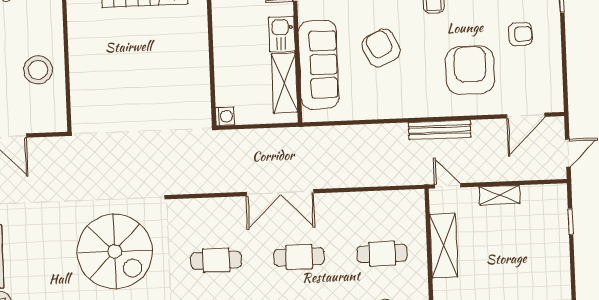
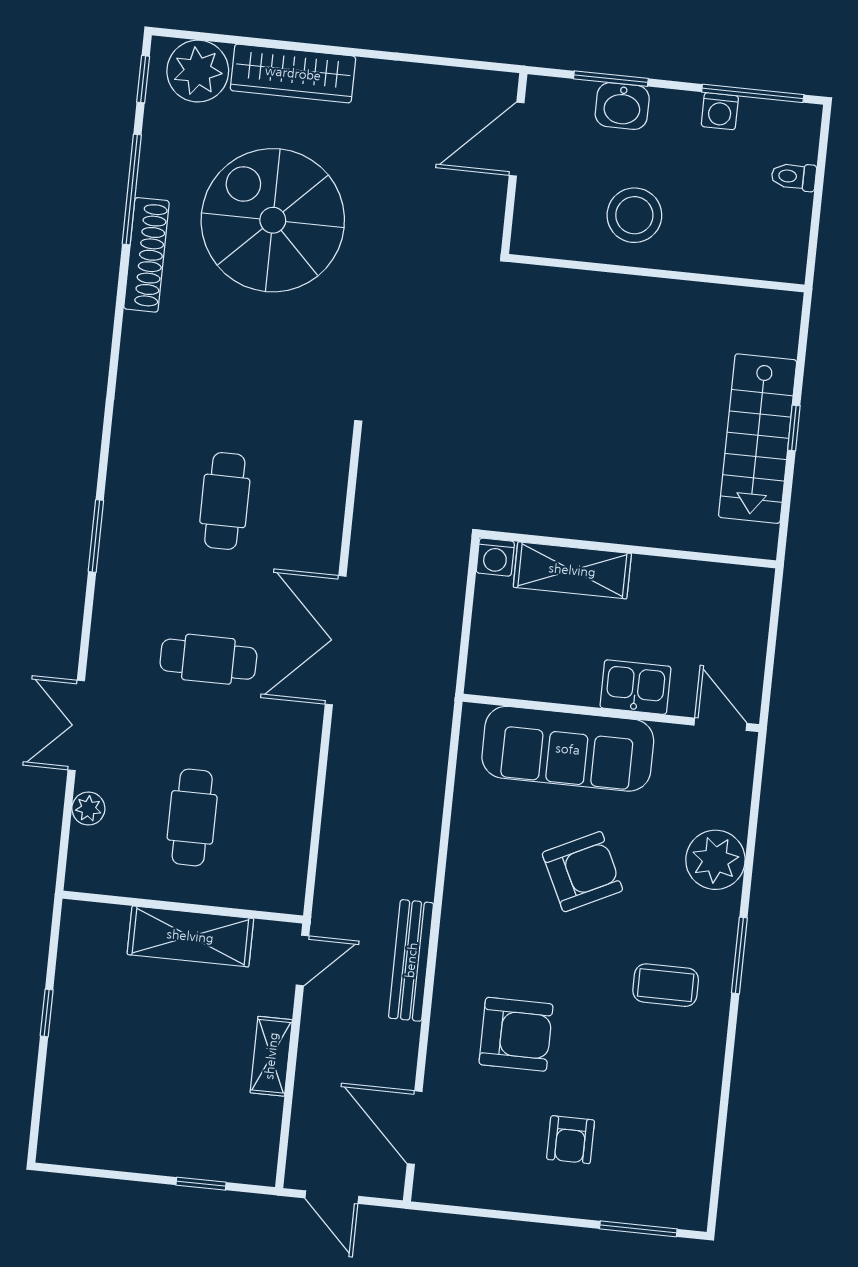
armchair: (470, 70) -> (516, 1034), width x0.73, depth x0.73
shelving: (284, 83) -> (572, 570), moved
spiral stairs: (115, 252) -> (273, 220), moved, turned 90
cafe table: (299, 257) -> (208, 659), turned 90

